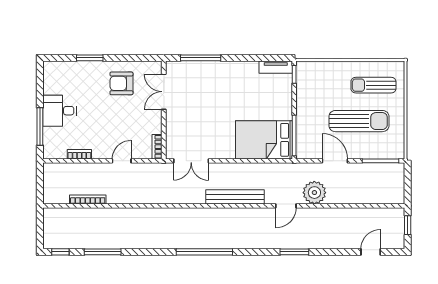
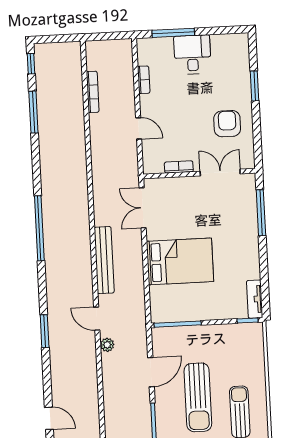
bed: (264, 140) -> (180, 261), moved, turned 90
bookcase: (157, 147) -> (179, 167), moved
plant: (314, 193) -> (107, 345), width x0.53, depth x0.53

